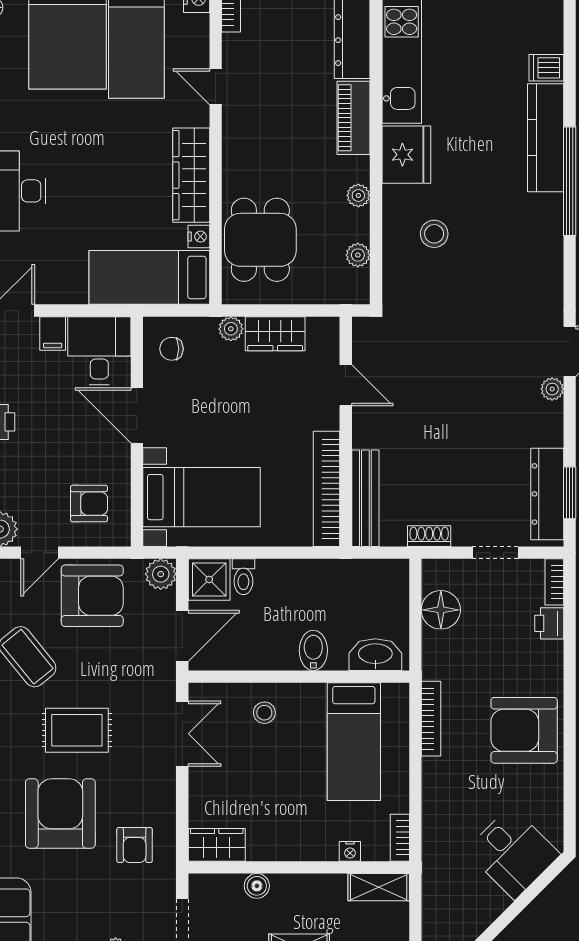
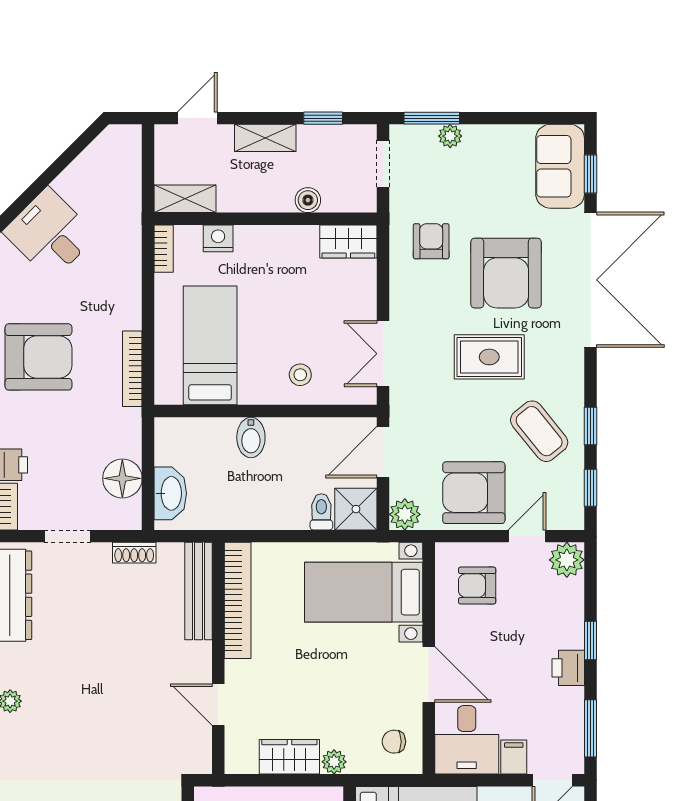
chair: (171, 349) -> (394, 742), turned 180
washbasin: (375, 655) -> (170, 493), moved, turned -90
nightstand: (350, 851) -> (218, 238), width x1.39, depth x1.35

